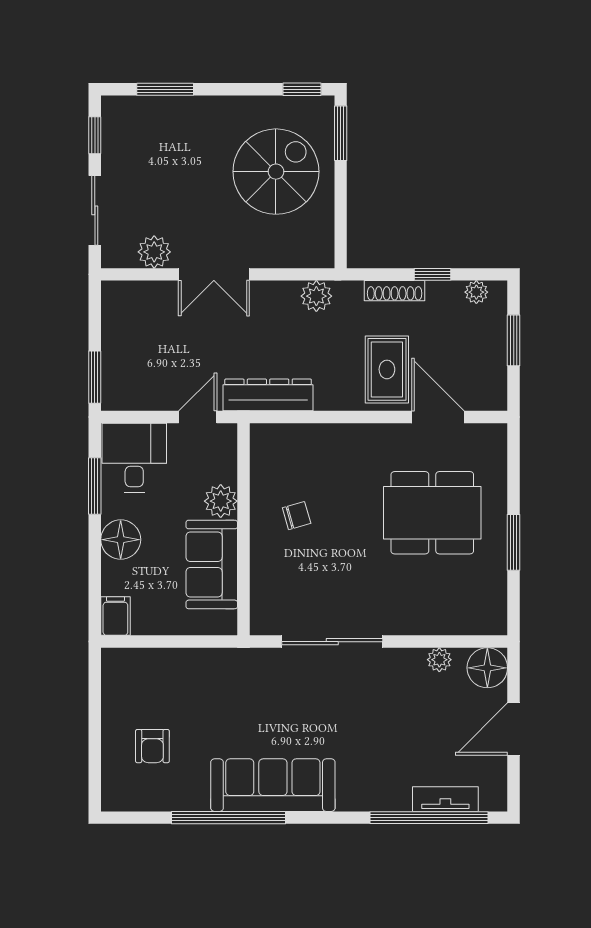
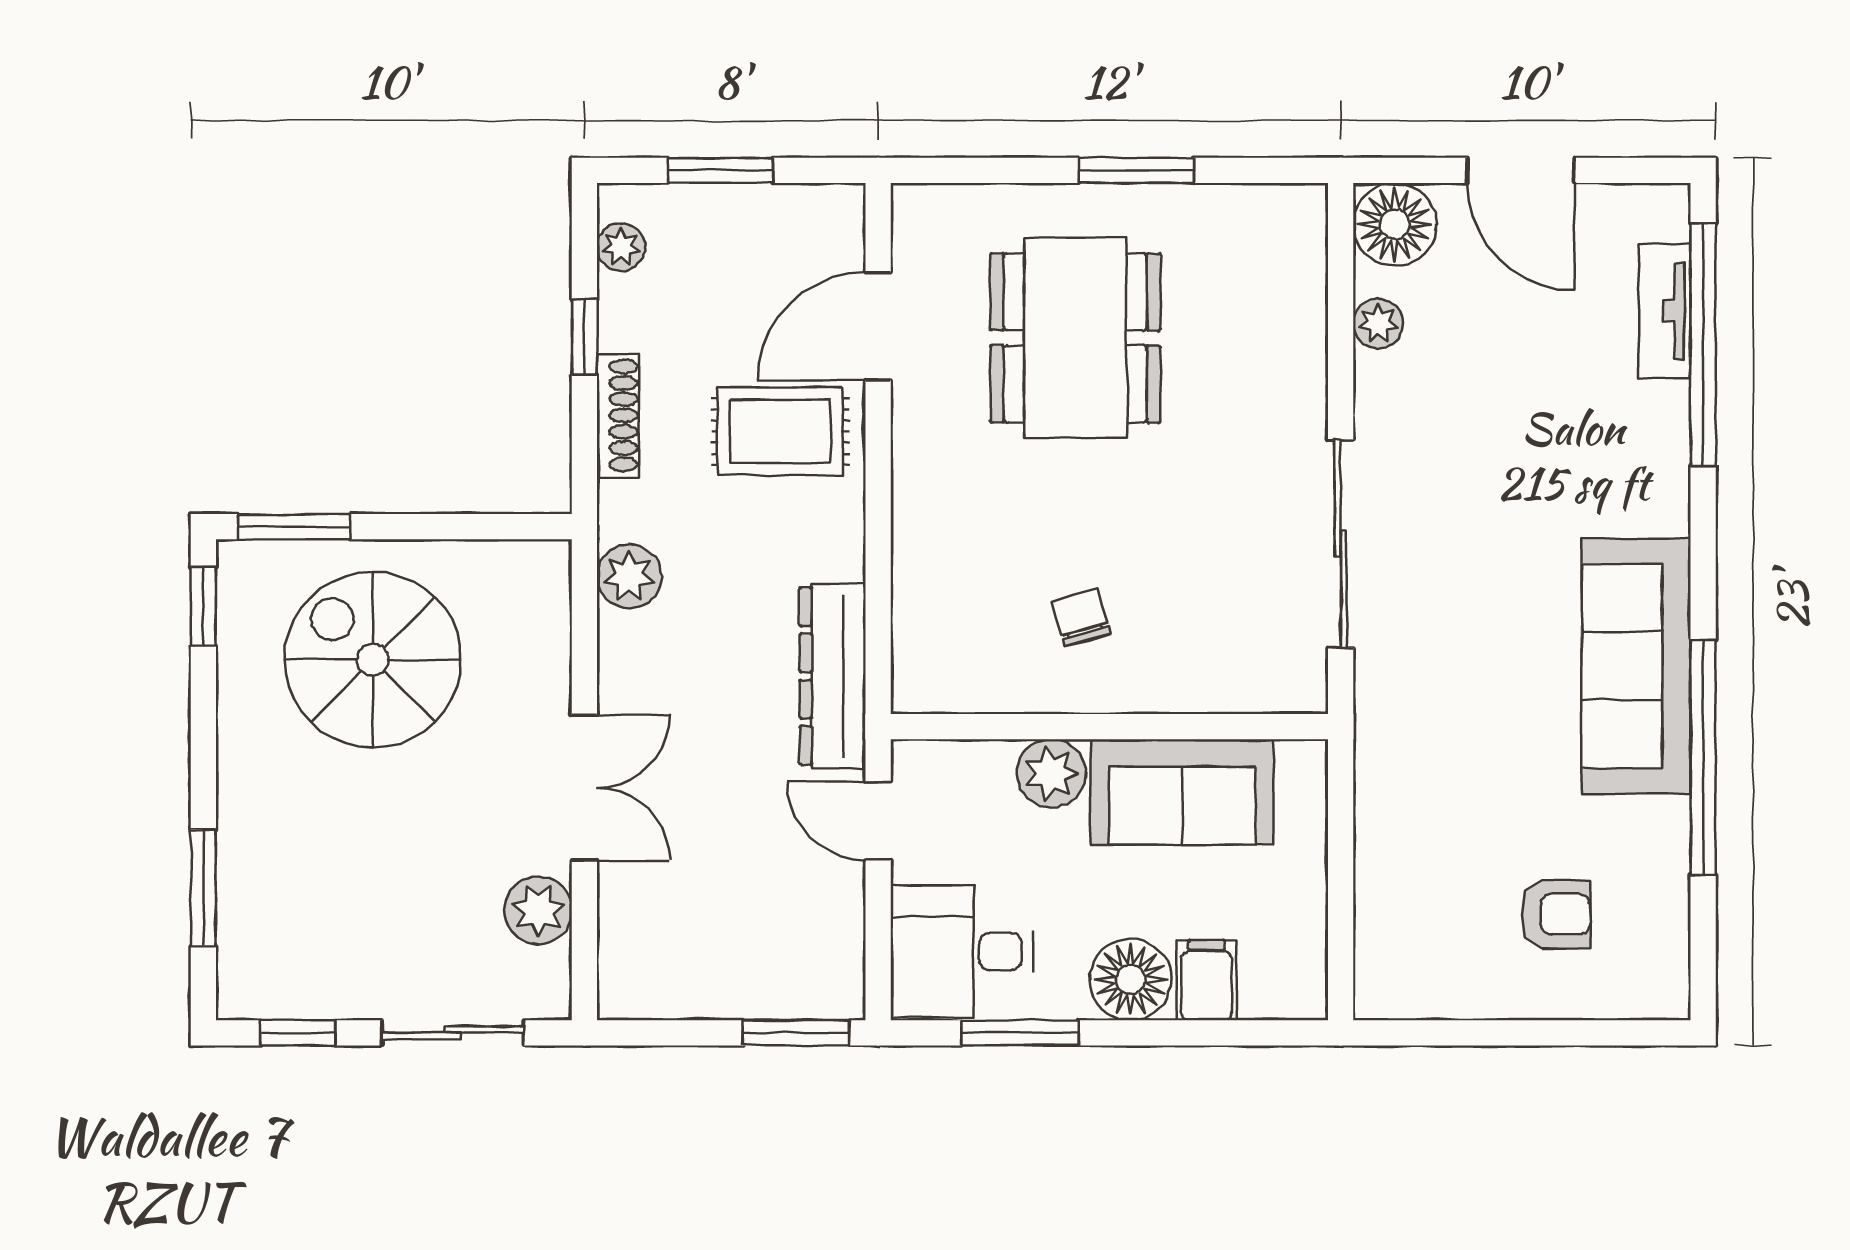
filing cabinet: (115, 616) -> (1206, 980), moved, turned 90

